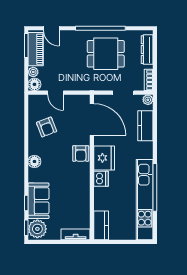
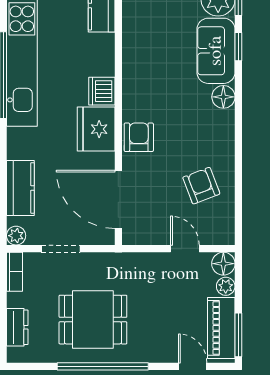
dresser: (147, 50) -> (17, 327), width x0.70
floor lamp: (34, 161) -> (223, 97), moved

